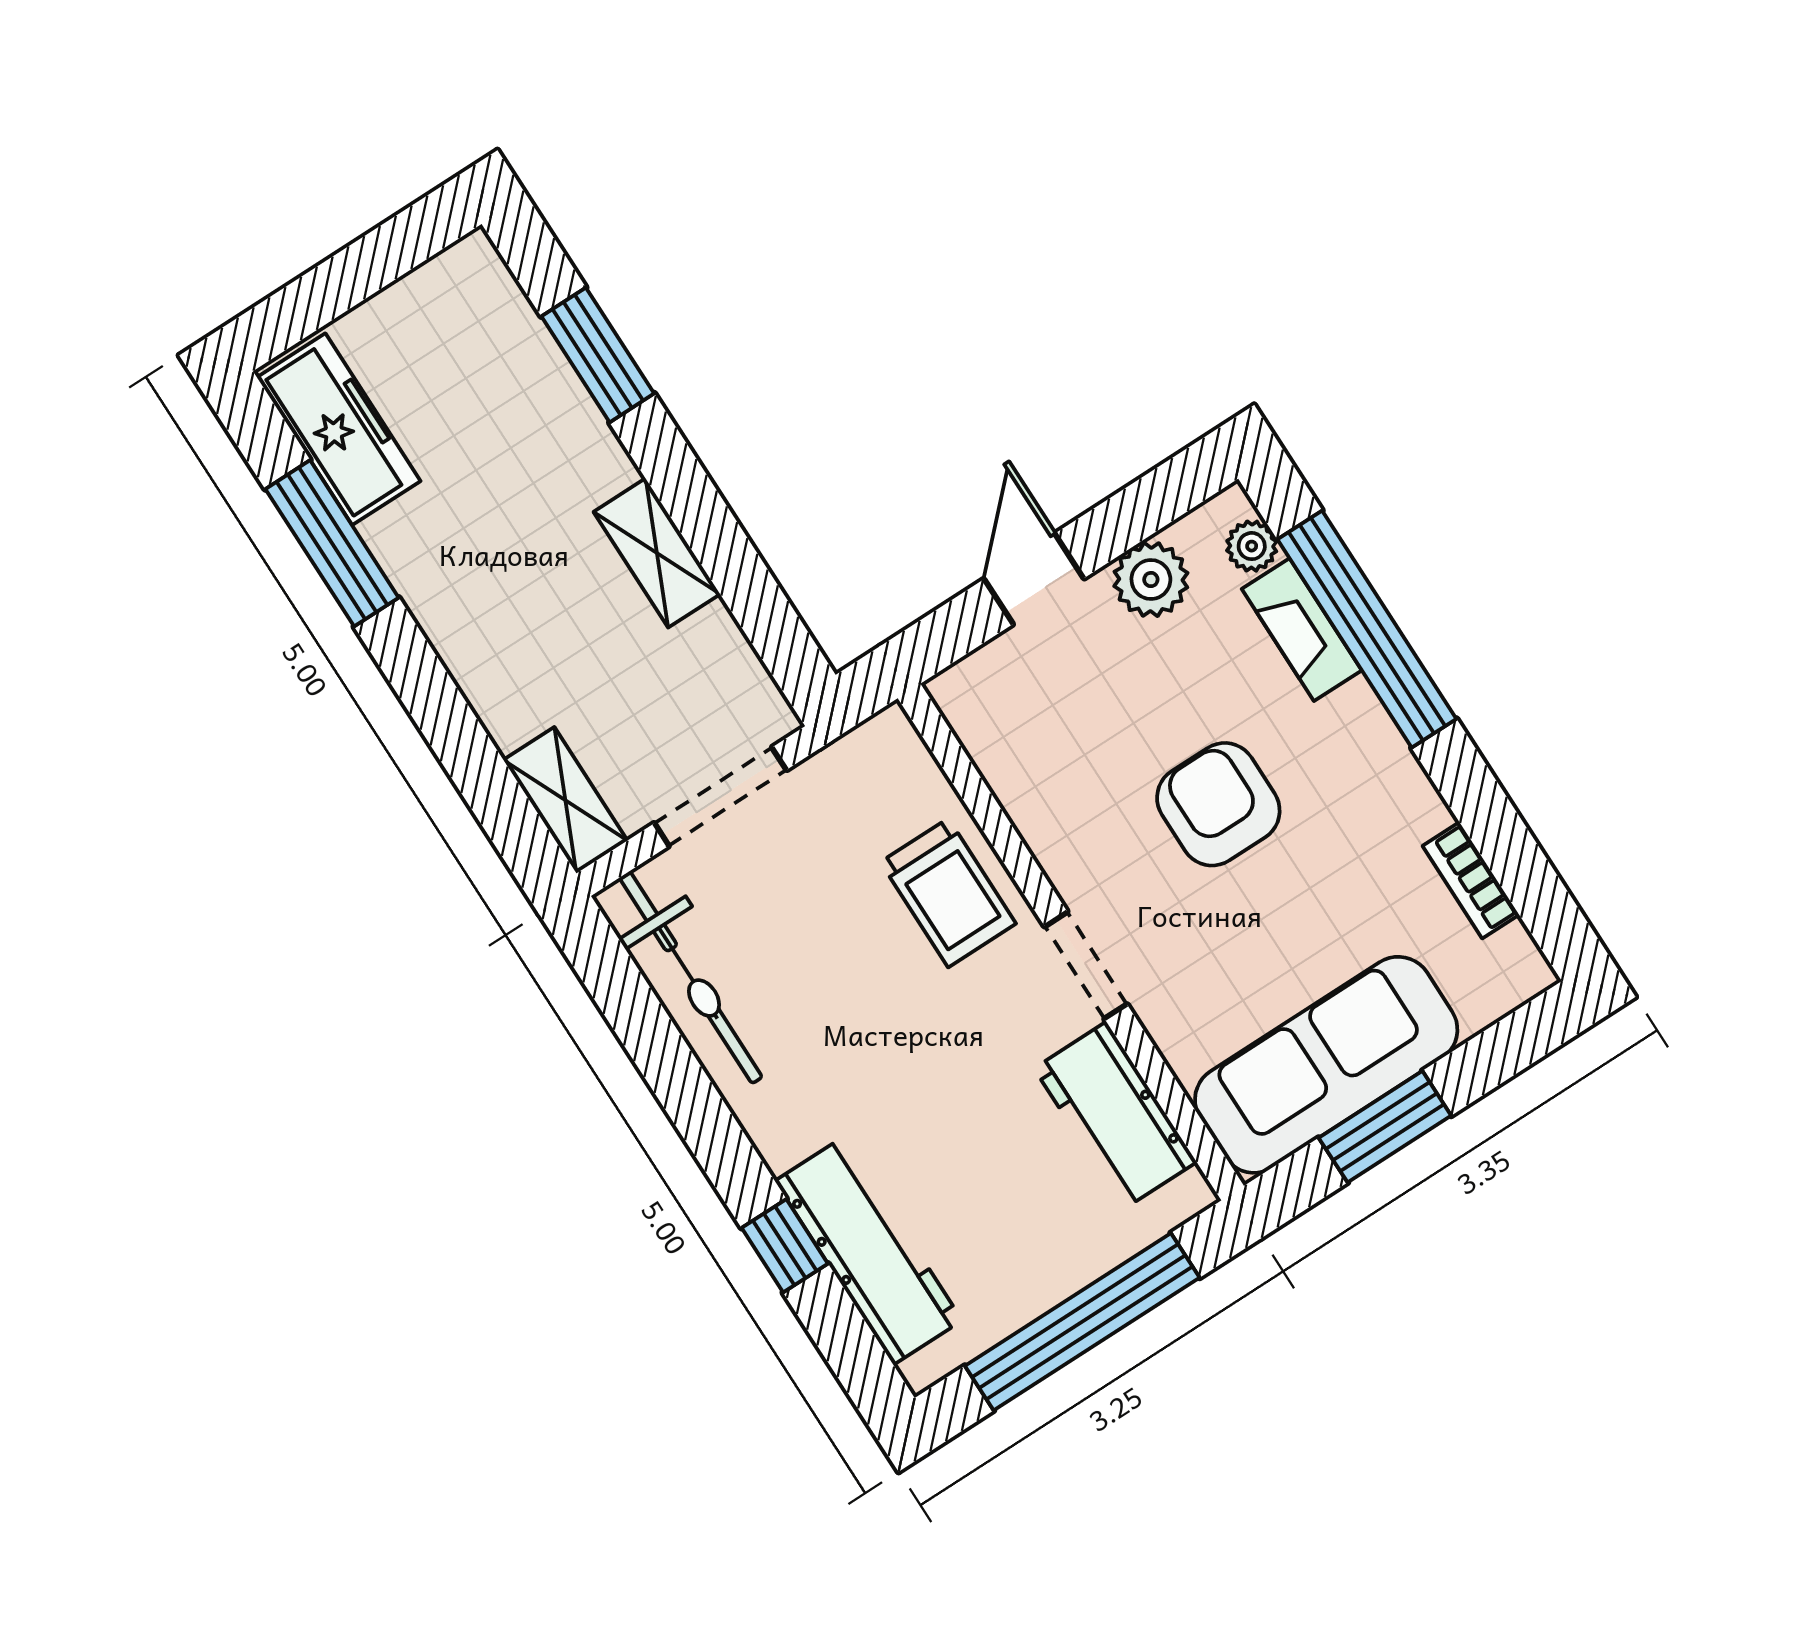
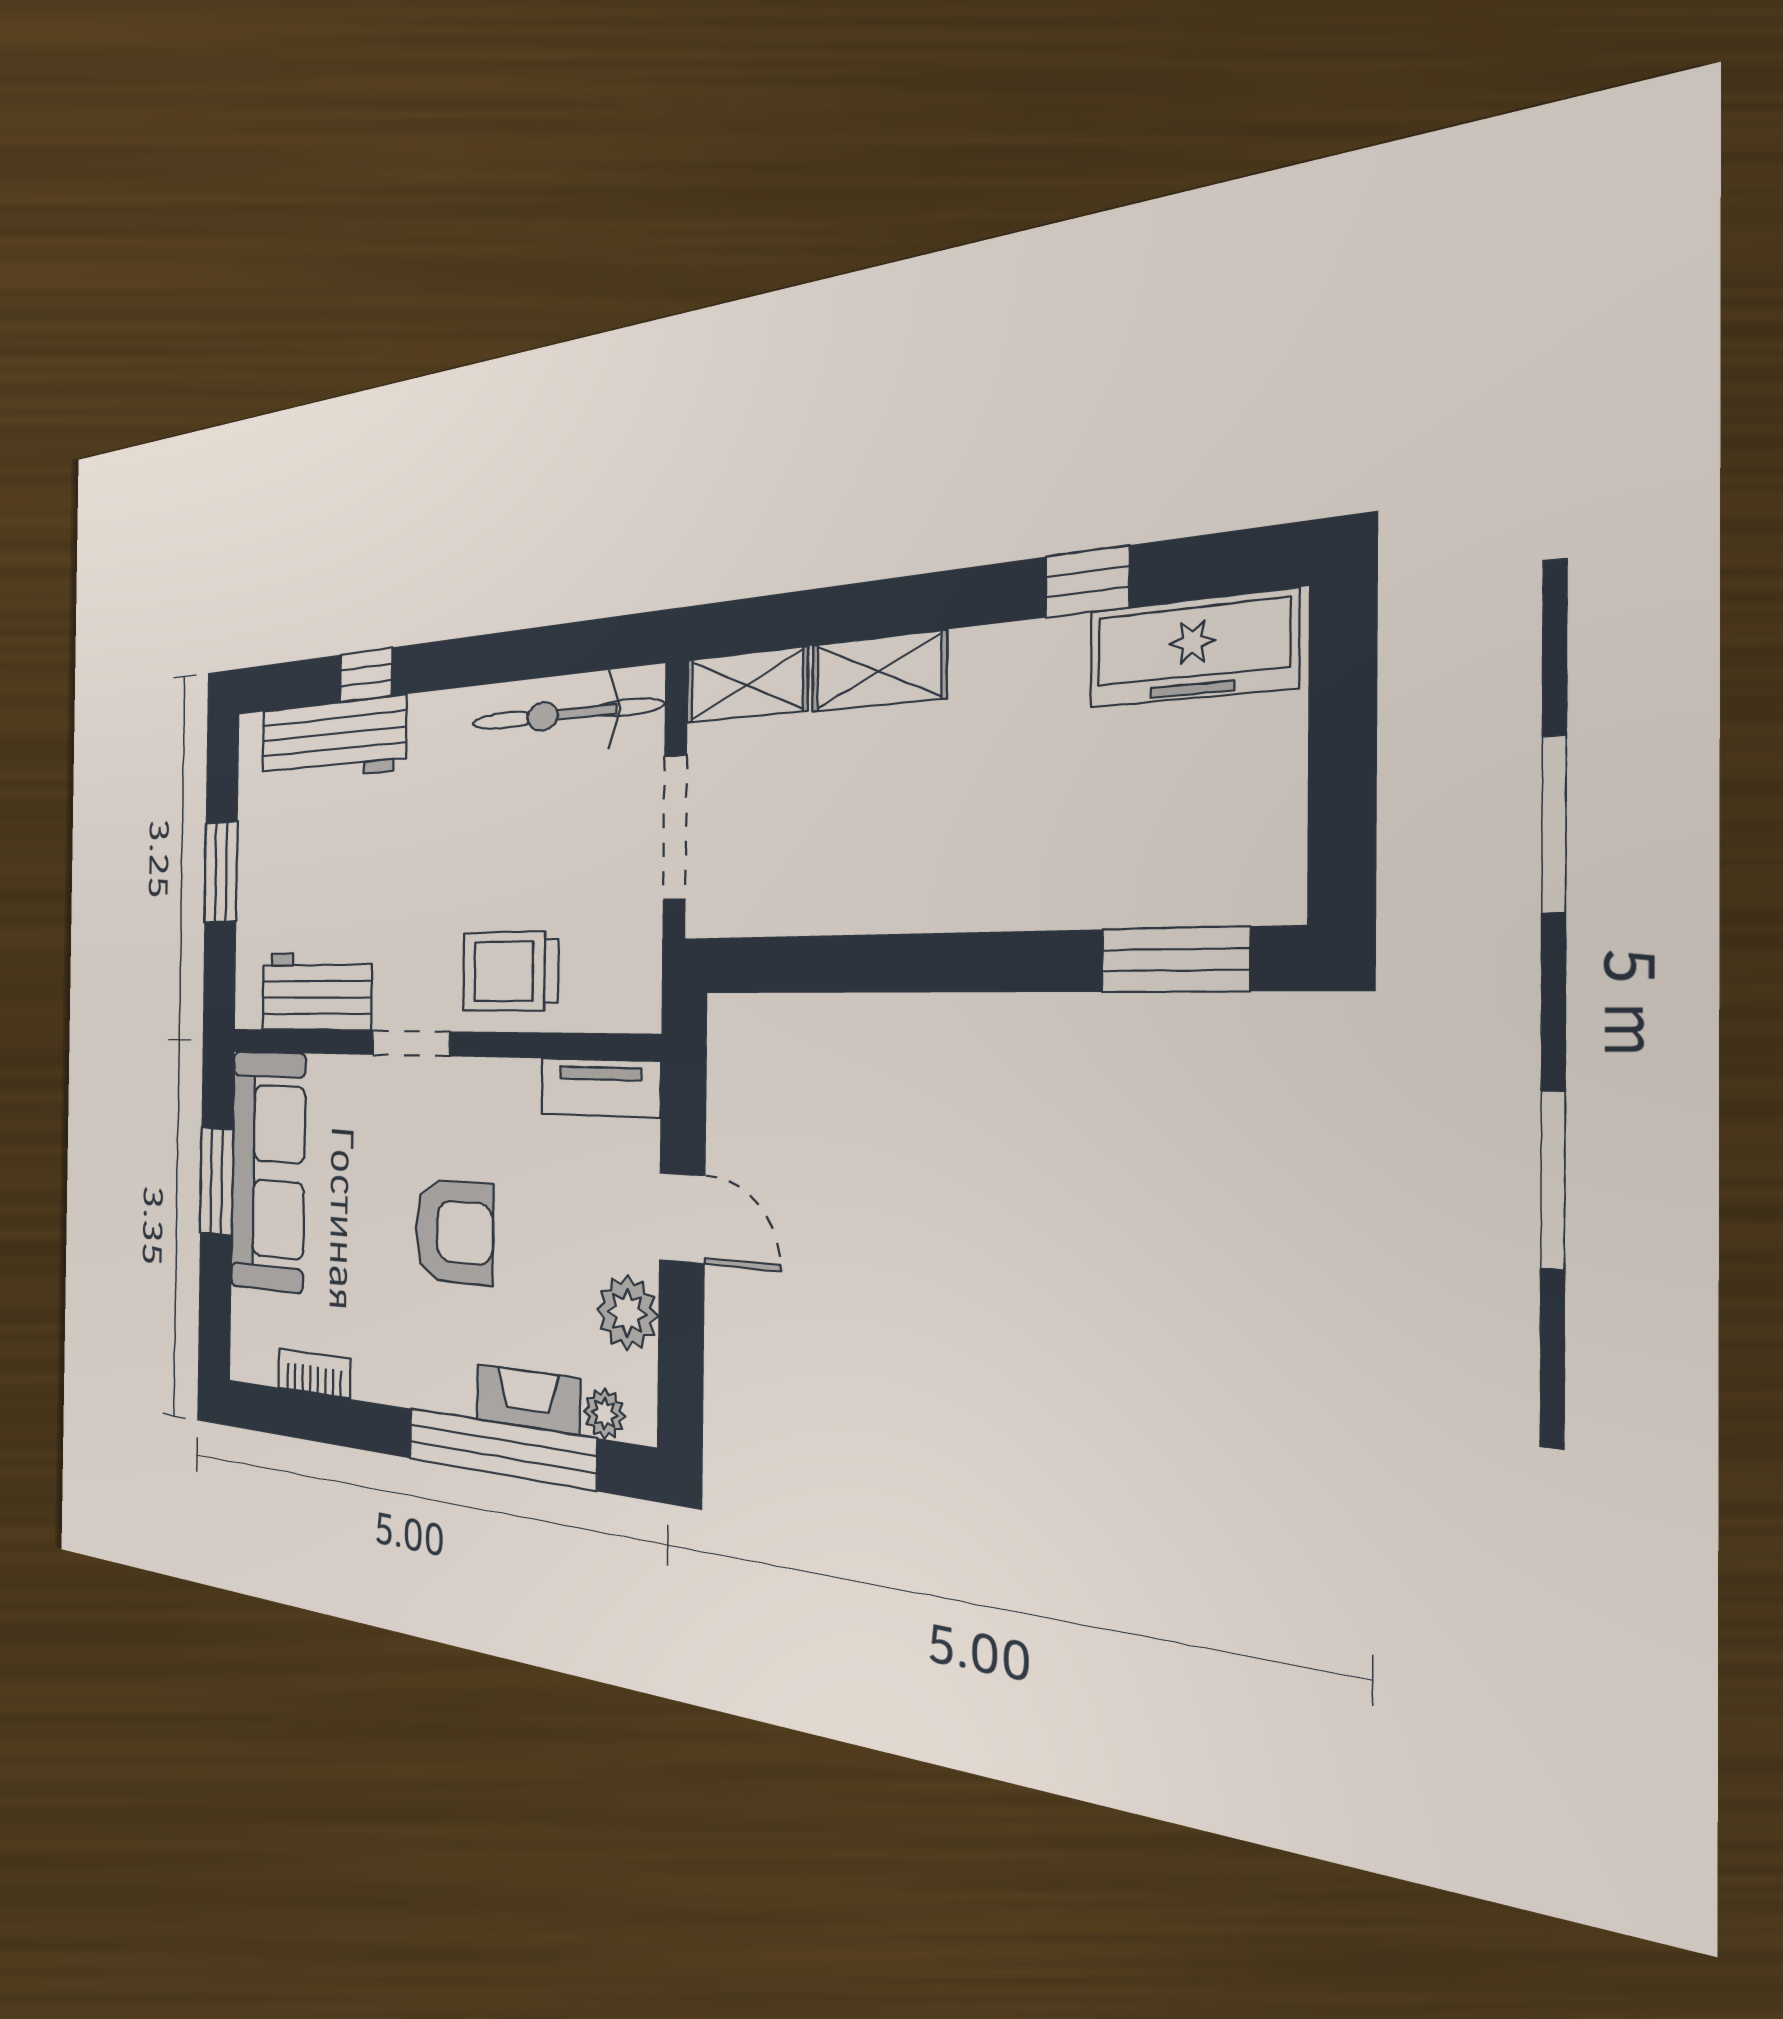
window: (598, 355) -> (1175, 960), moved
window: (332, 543) -> (1087, 582), width x0.46
shelving: (657, 553) -> (878, 671), moved
tv unit: (984, 730) -> (600, 1088), added
window: (1082, 1322) -> (221, 872), width x0.47

